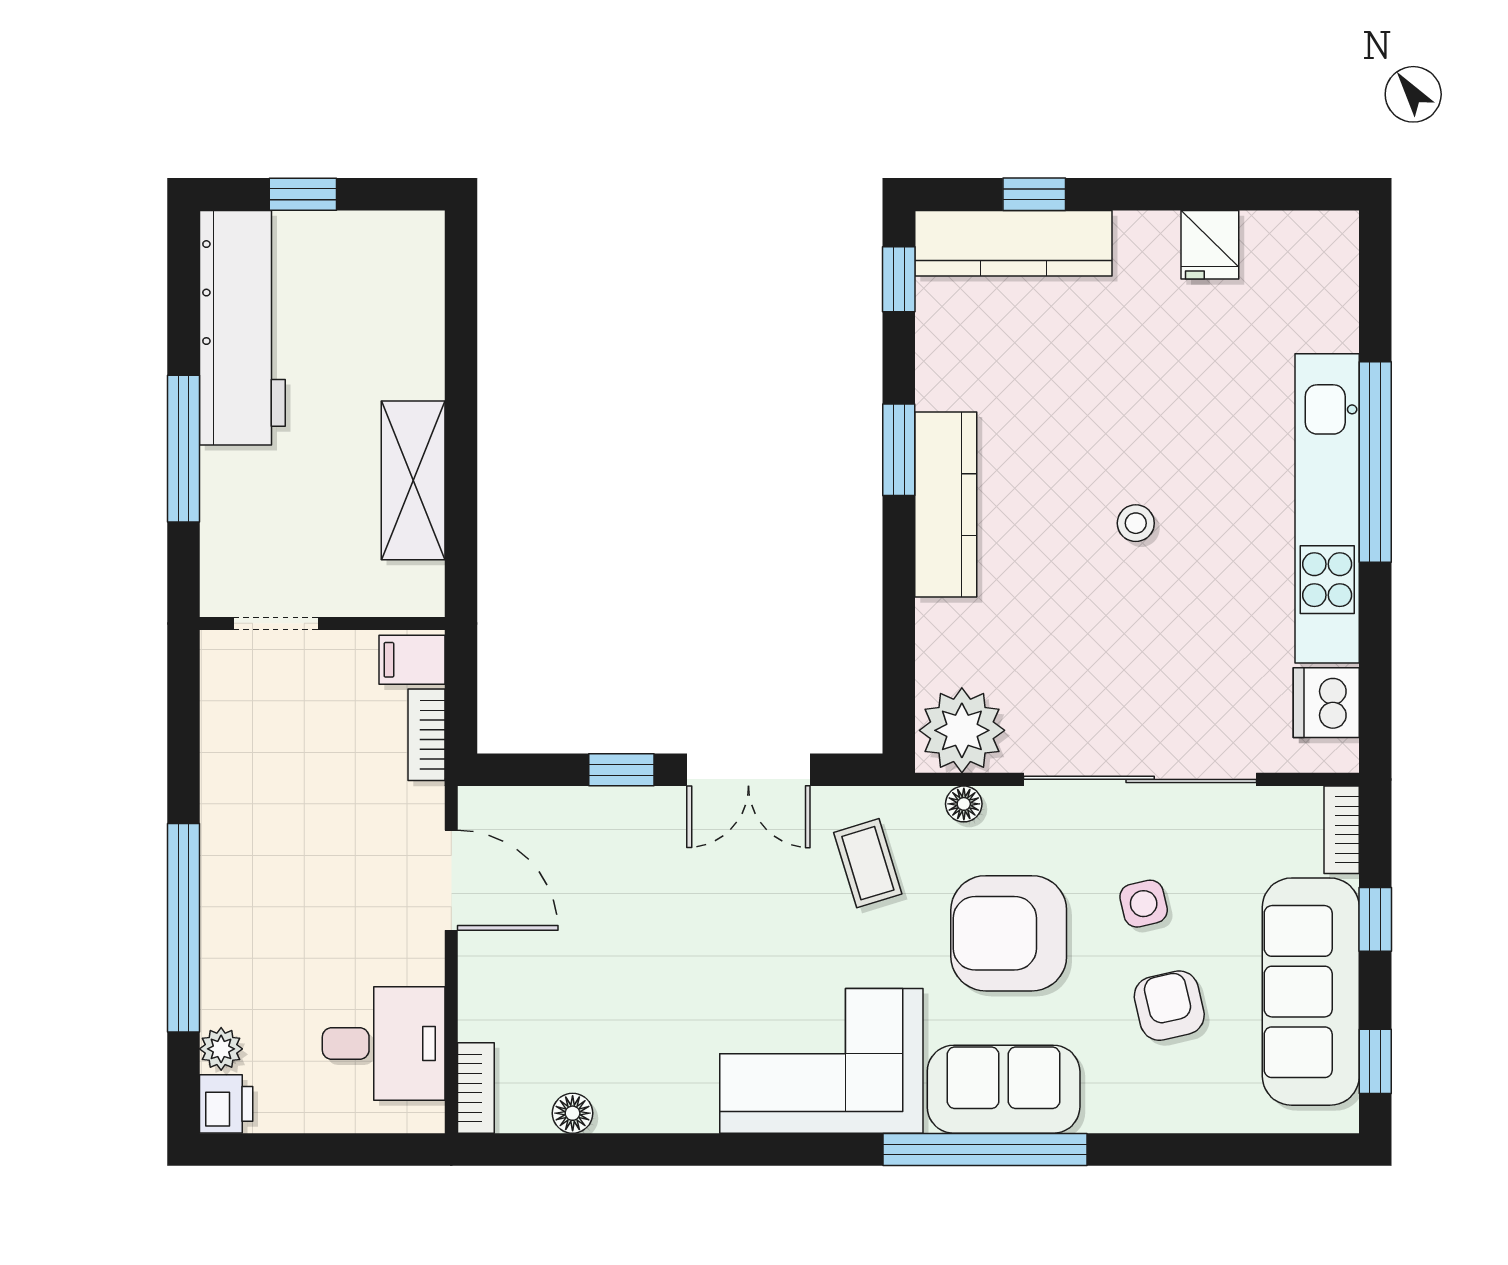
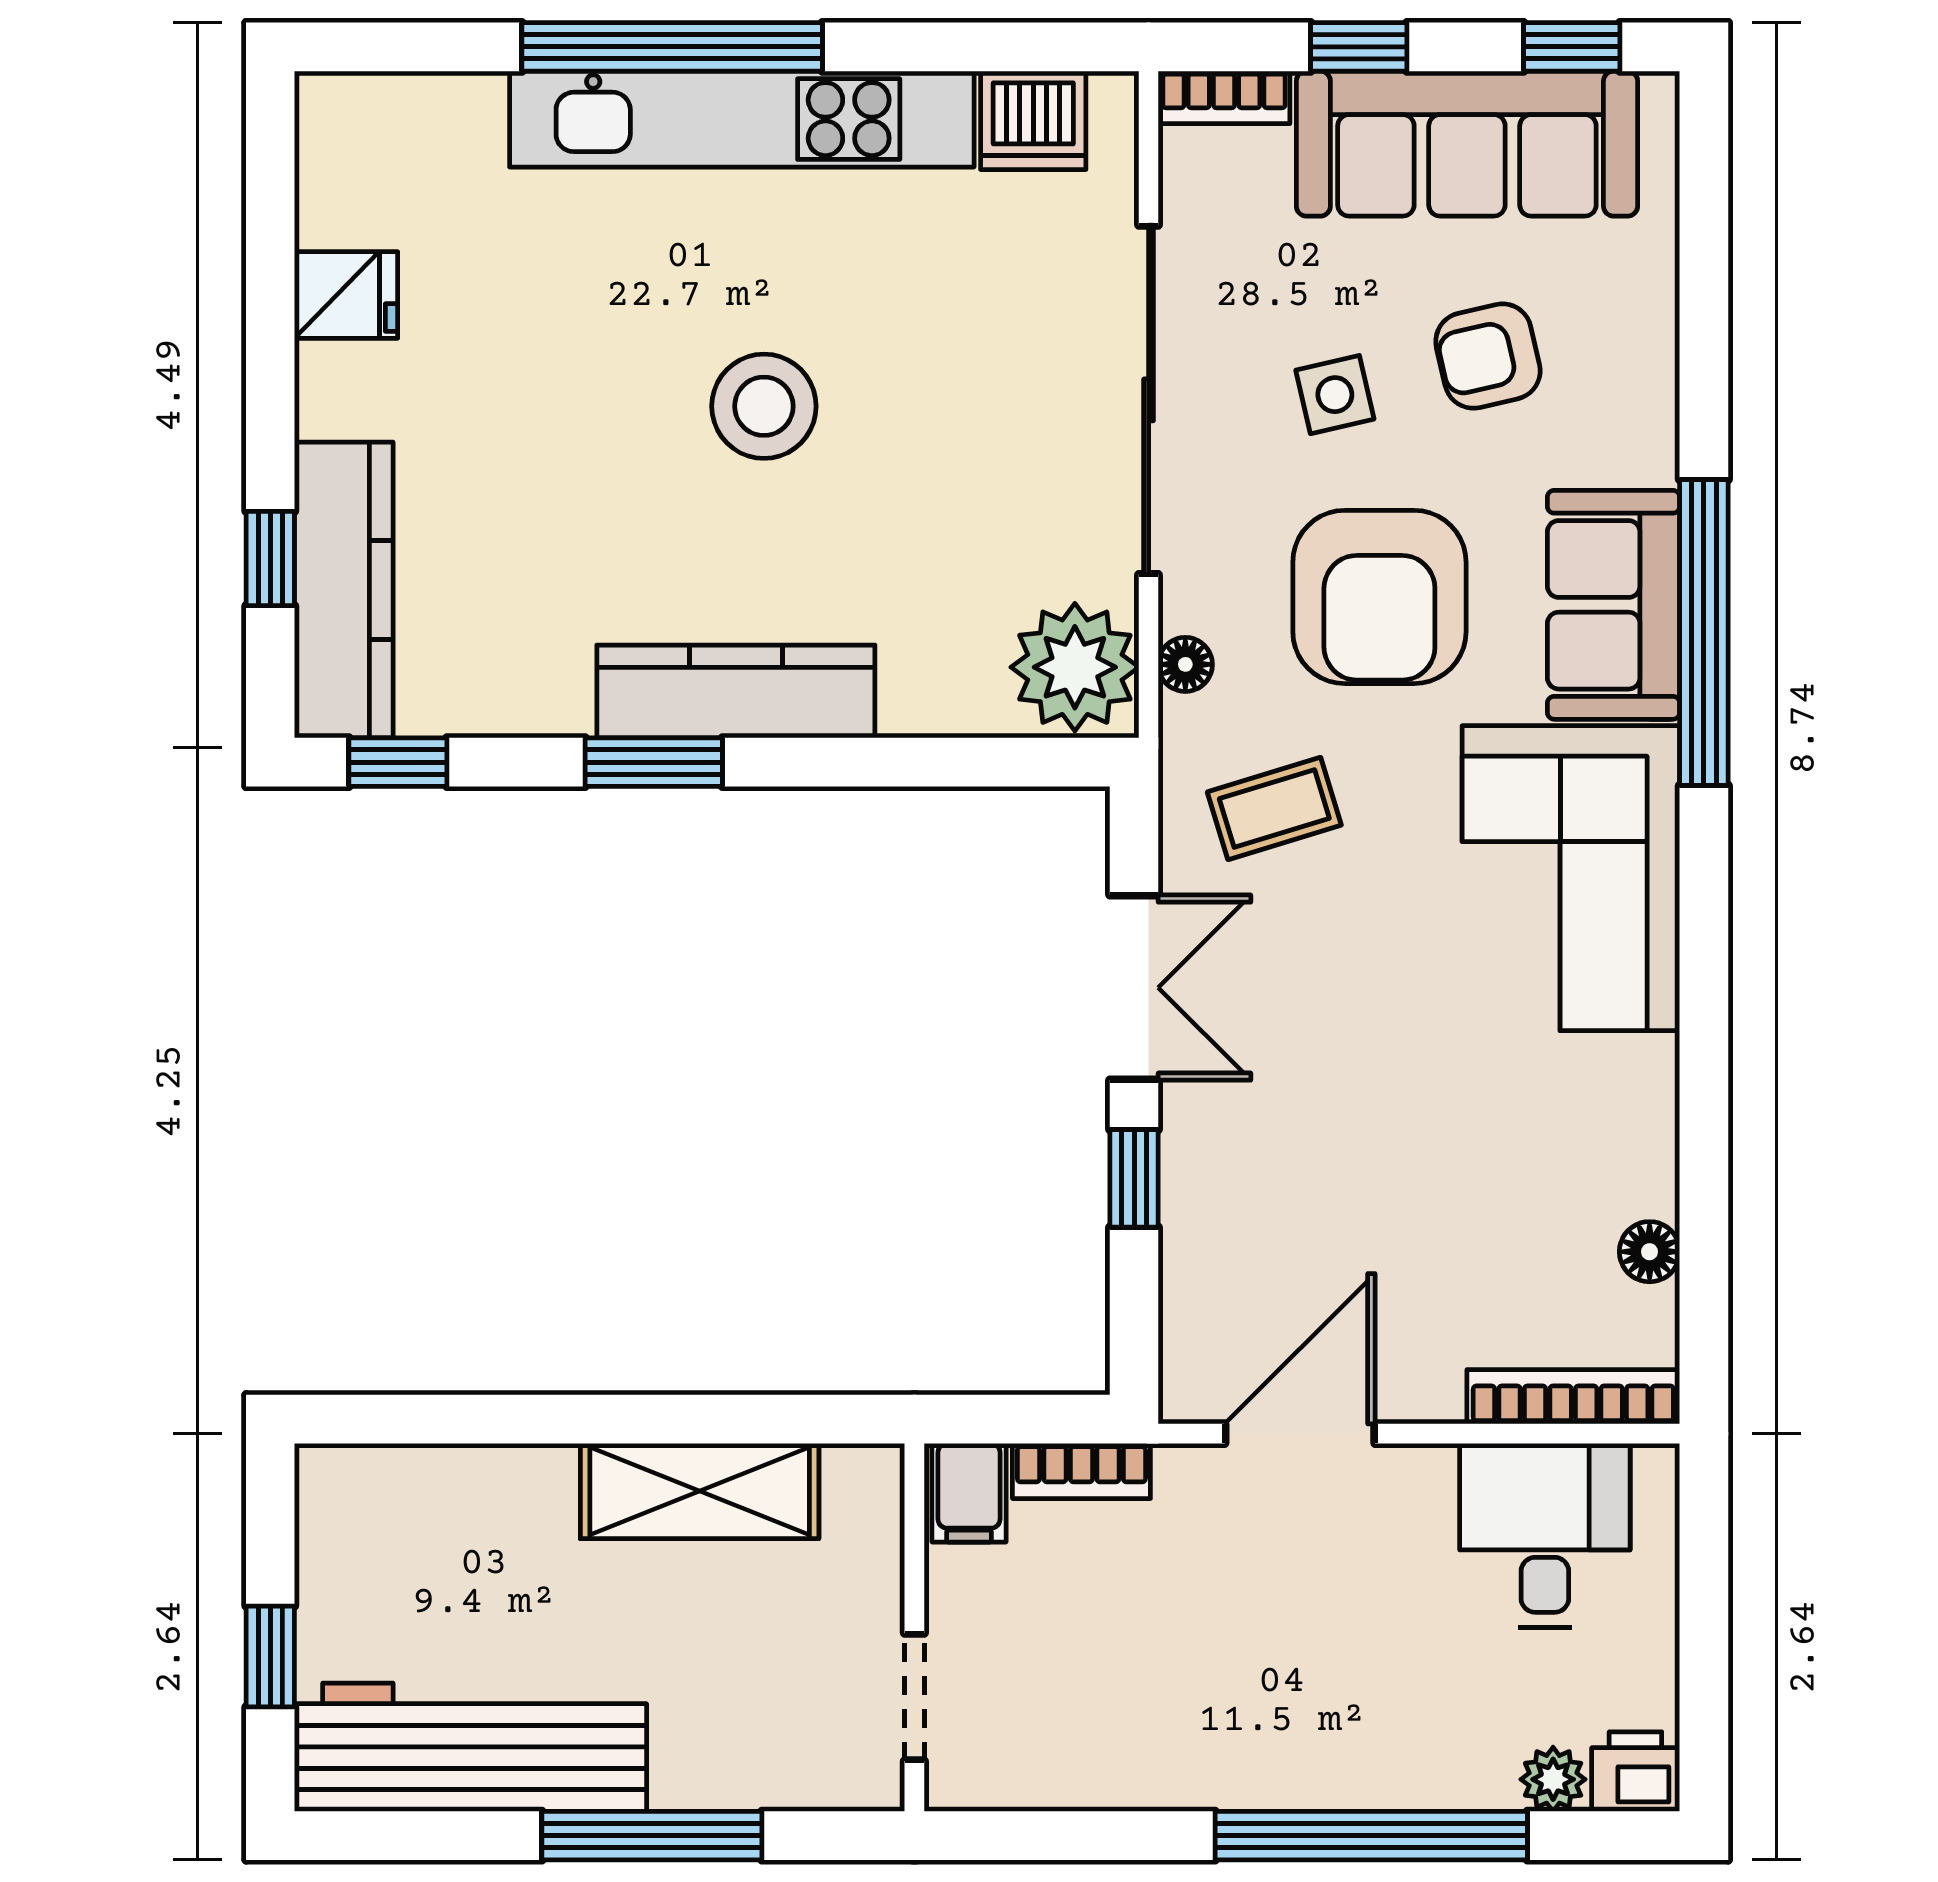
stool: (1136, 523) -> (764, 406), width x1.89, depth x1.89
bookcase: (476, 1088) -> (1573, 1397), width x1.56

